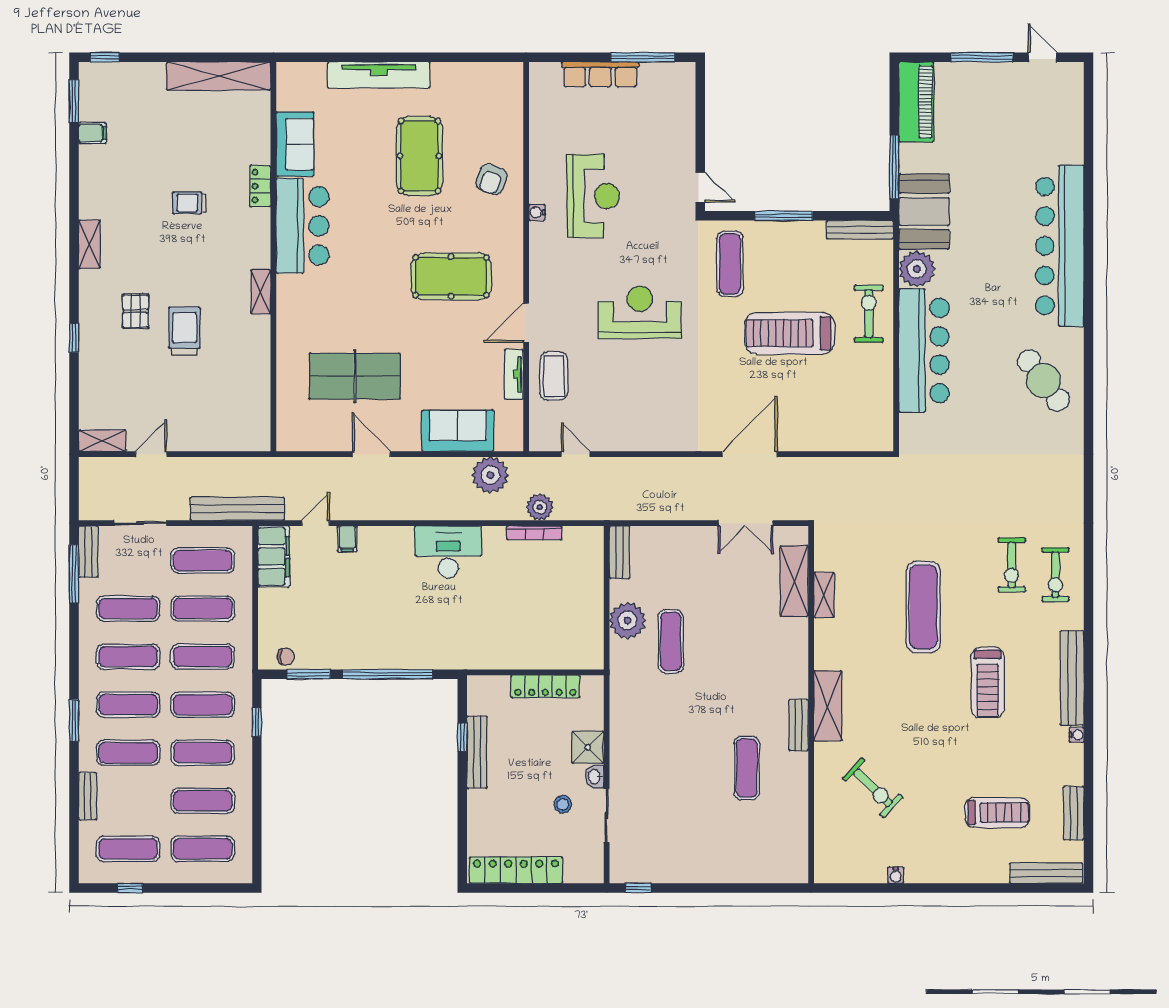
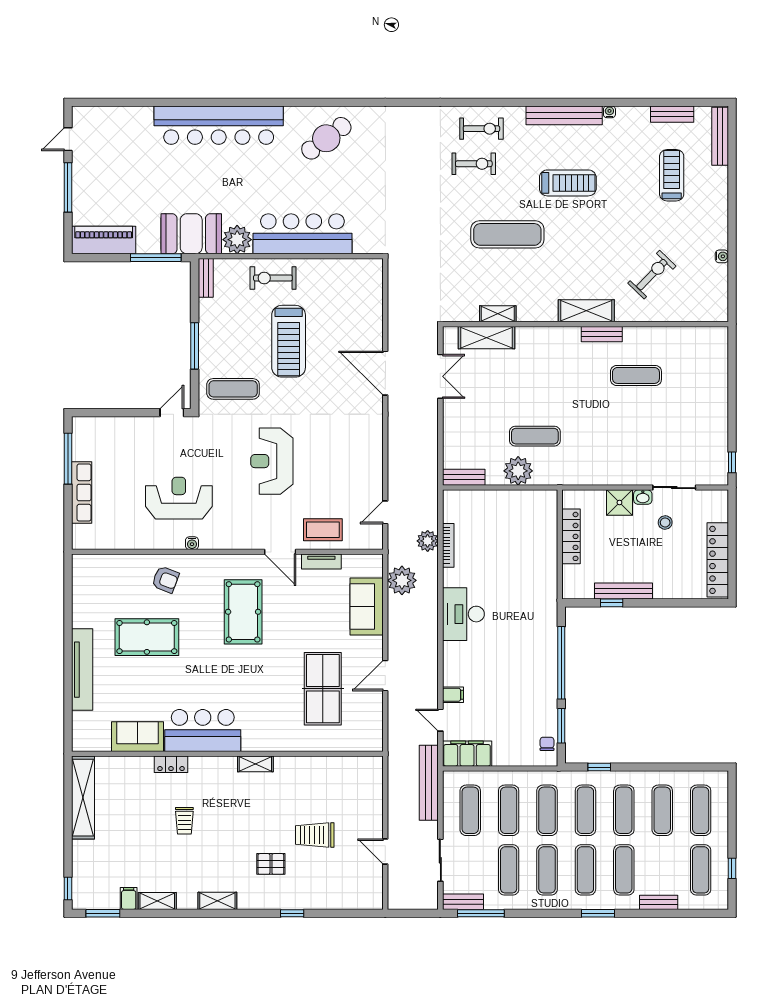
bench: (860, 230) -> (206, 278), width x0.73
trolley: (185, 331) -> (315, 835), moved
shelving: (102, 441) -> (157, 901), moved, turned 90

